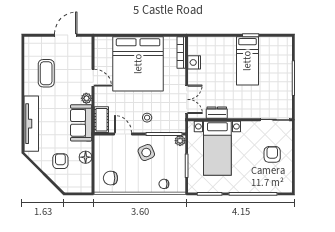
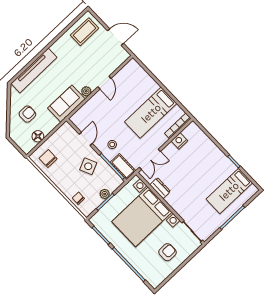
bed: (247, 61) -> (229, 191), moved
bed: (138, 64) -> (151, 113), width x0.49
coffee table: (46, 73) -> (85, 32), moved
cot: (101, 120) -> (123, 167), moved, turned 90
plant: (180, 141) -> (105, 194), moved
bed with nightstands: (217, 148) -> (142, 217), width x1.36
floor lamp: (86, 157) -> (38, 136), moved

